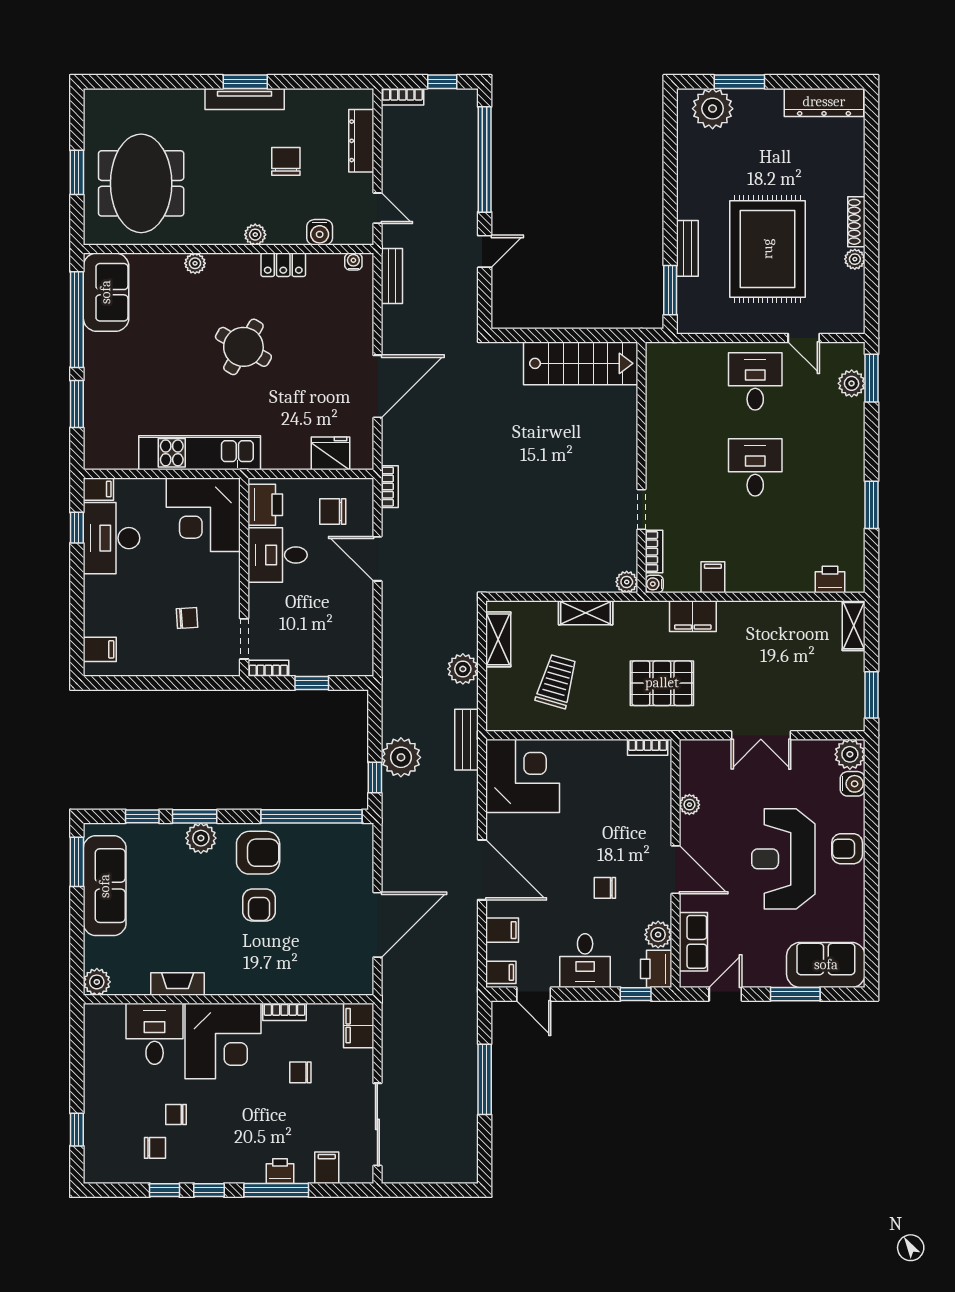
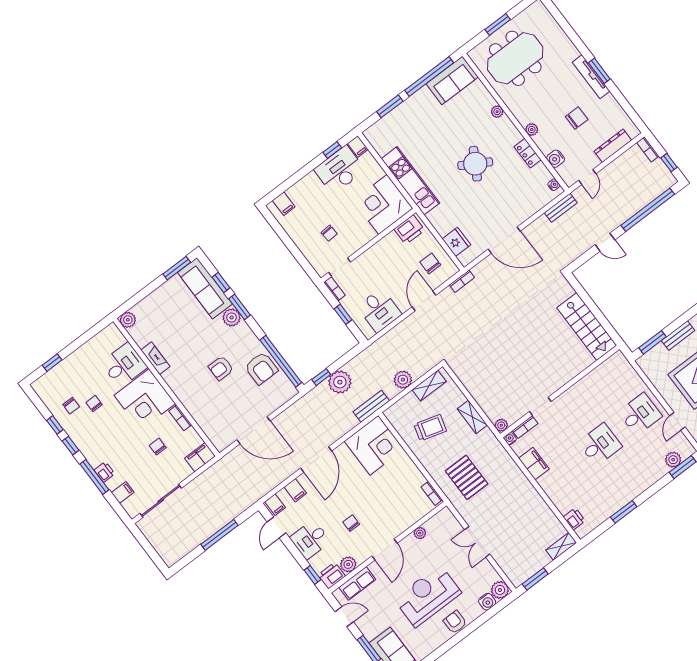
desk: (278, 555) -> (379, 310), moved, turned 180
filing cabinet: (713, 577) -> (534, 464), width x2.00
filing cabinet: (693, 616) -> (509, 468), removed
armchair: (258, 853) -> (261, 368), moved
sofa: (105, 886) -> (205, 288), moved, turned 90

